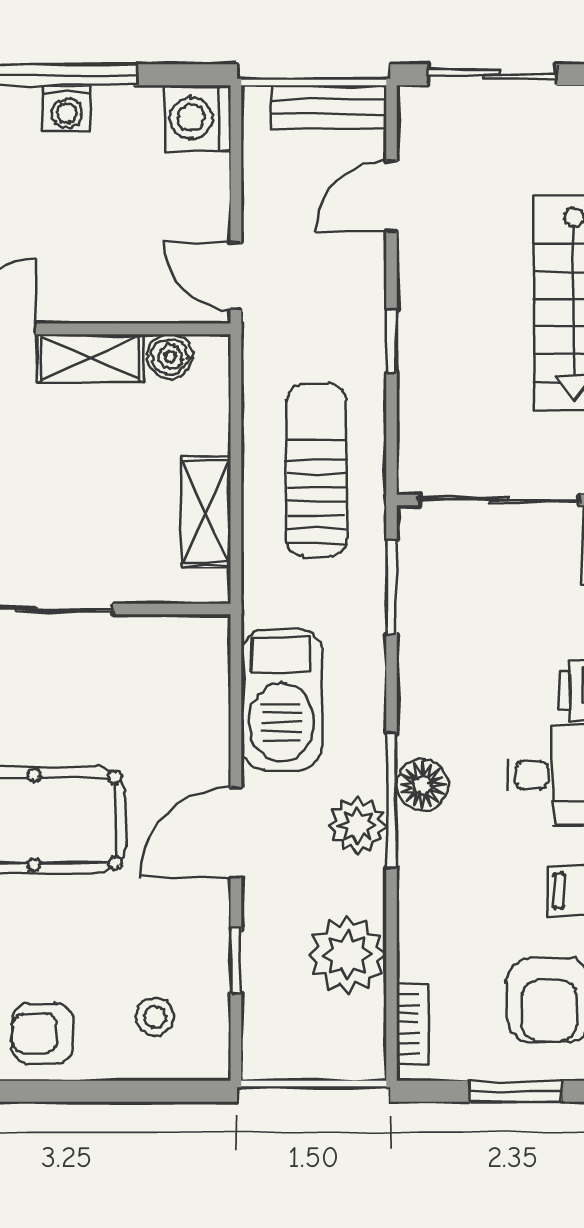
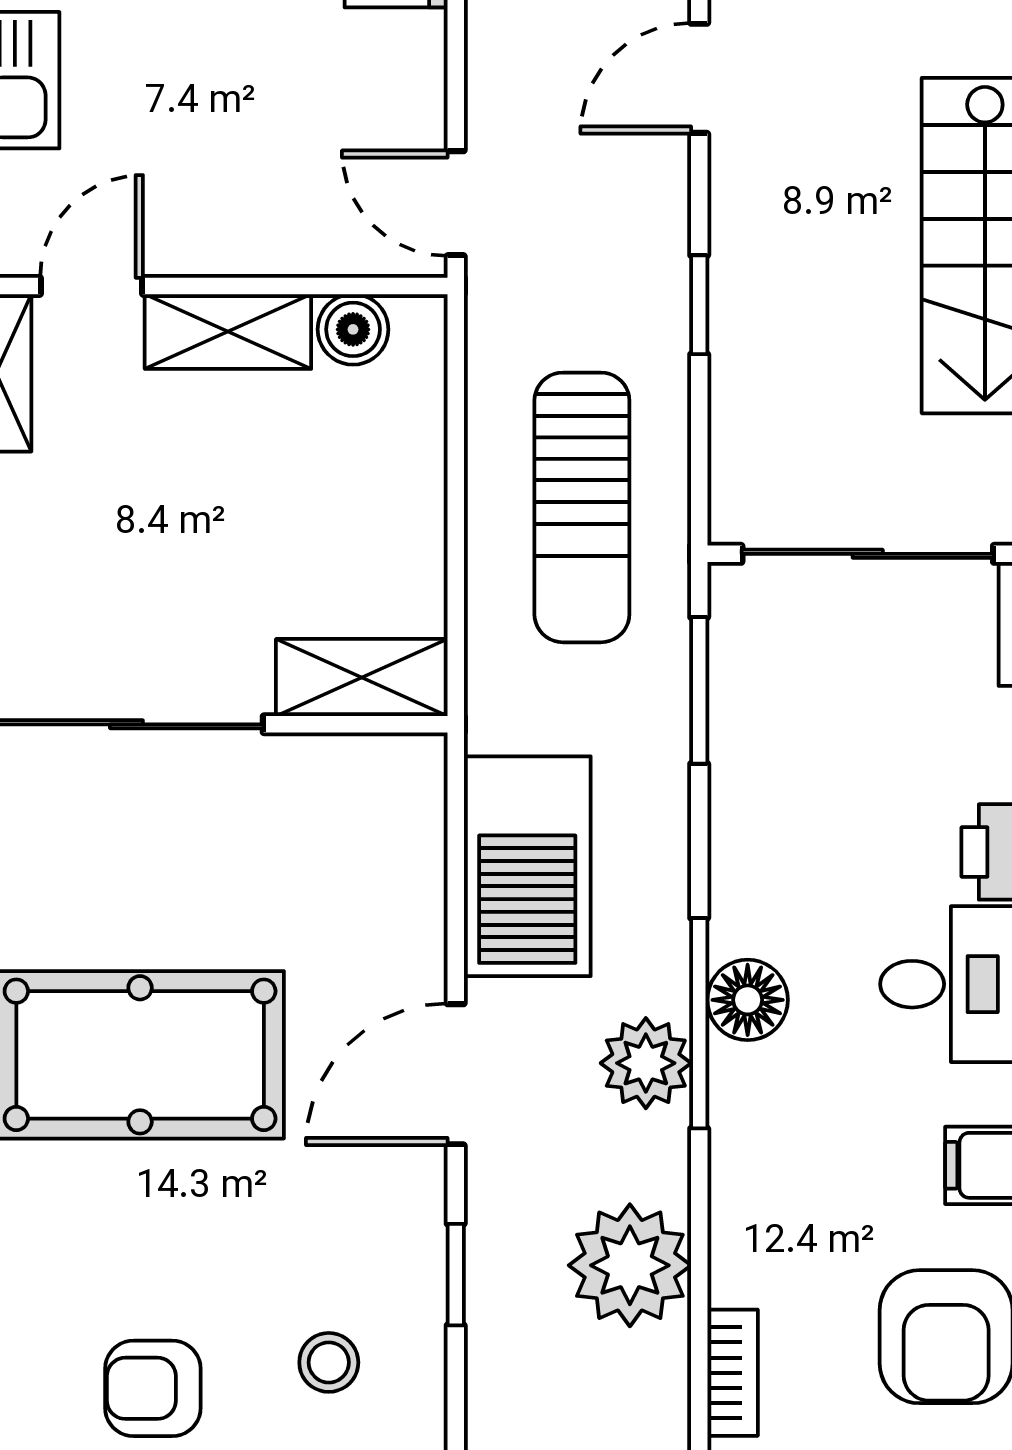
sun lounger: (317, 470) -> (582, 507), turned 180
shelving: (206, 512) -> (362, 678), moved, turned 90

